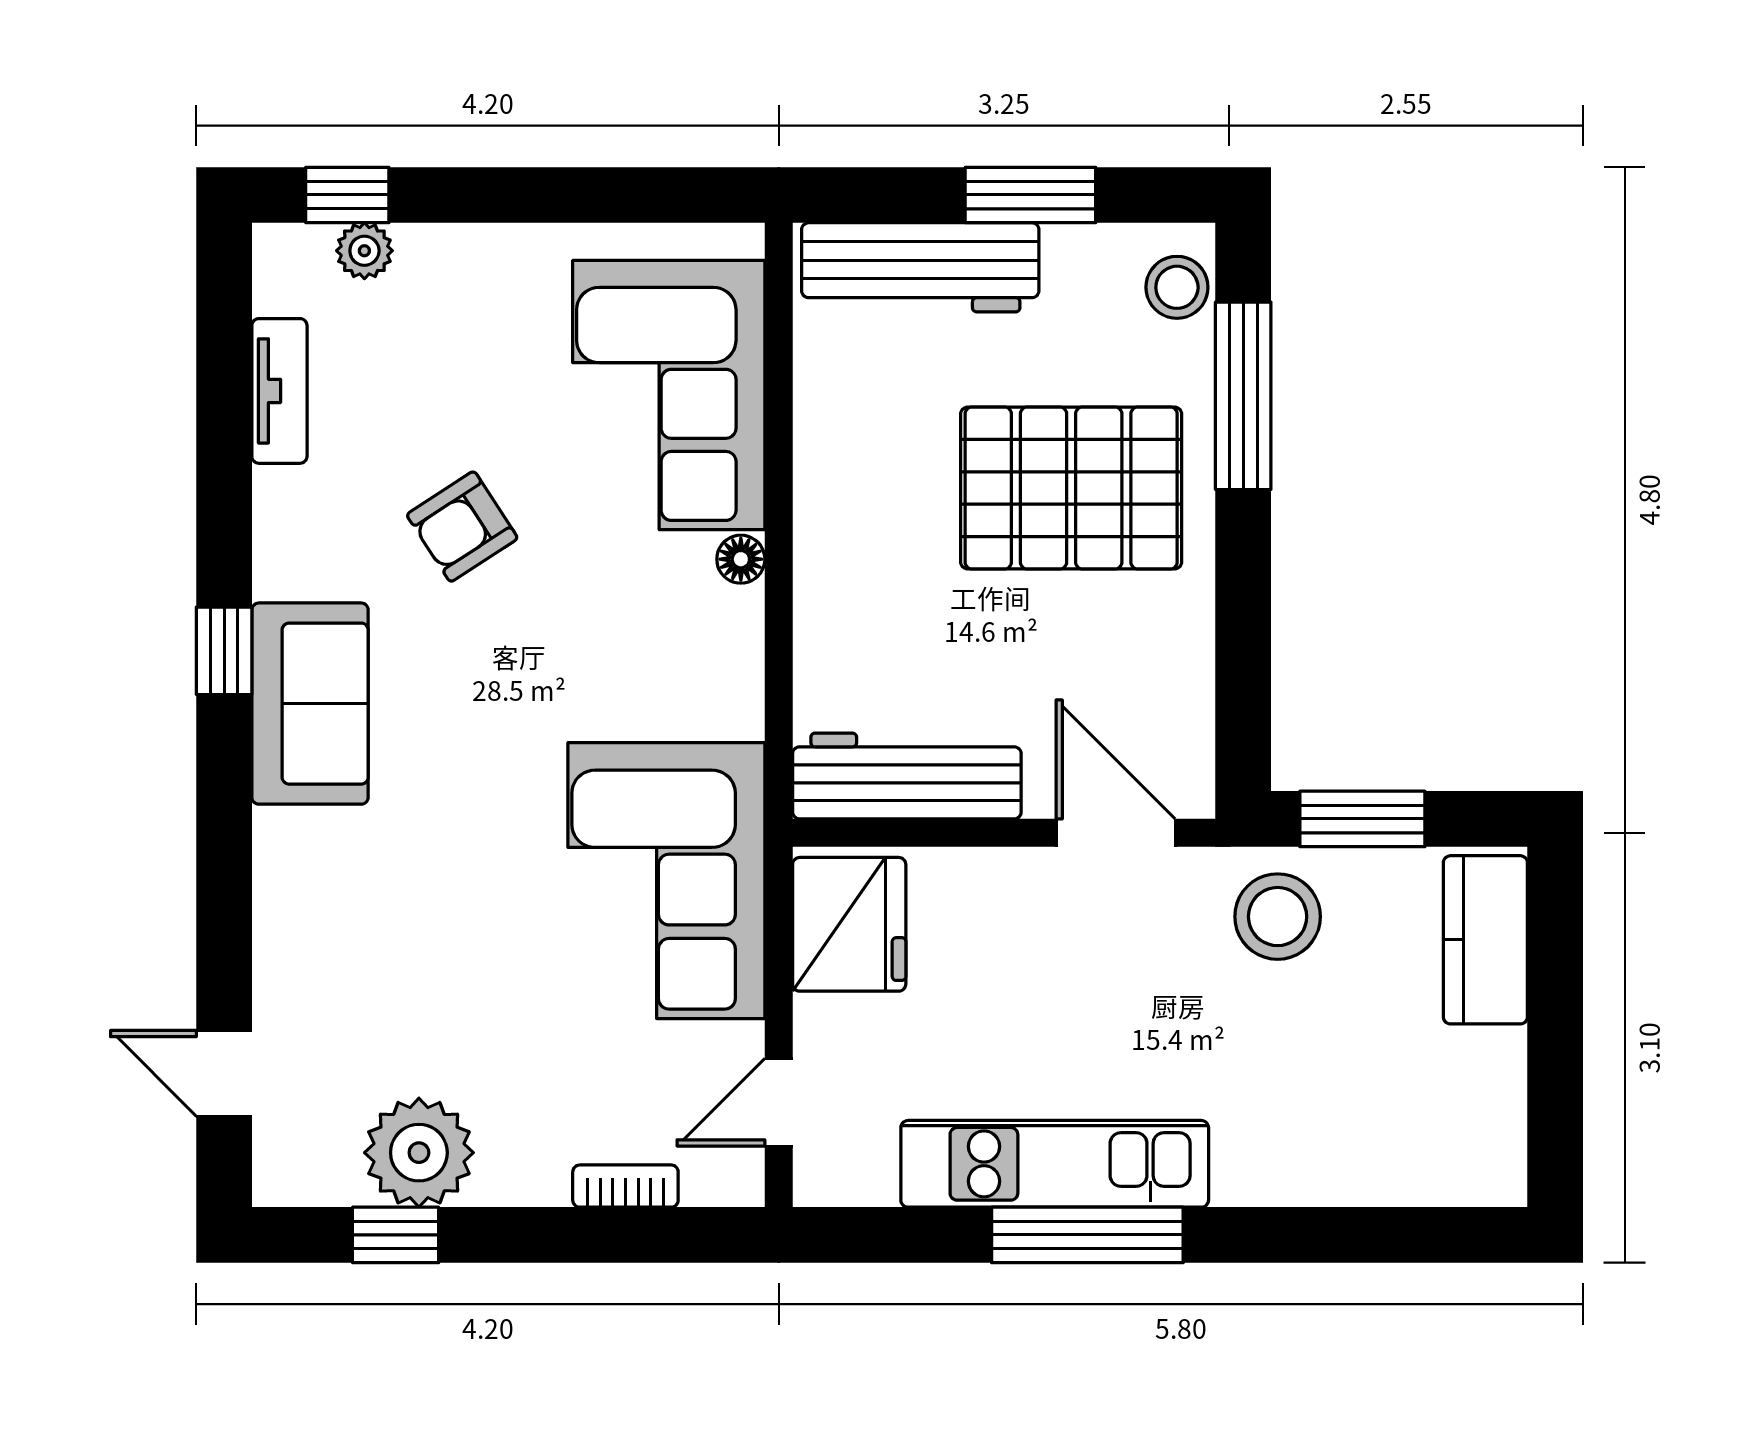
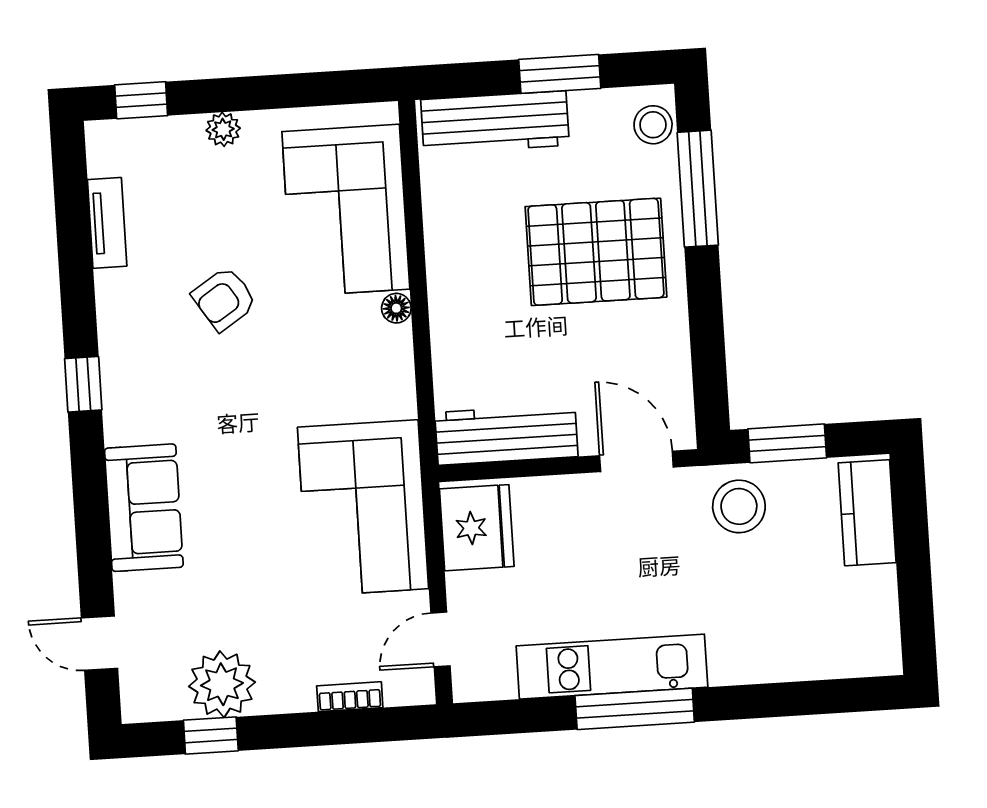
plant: (364, 251) -> (223, 129), moved
sofa: (310, 704) -> (144, 508), moved

